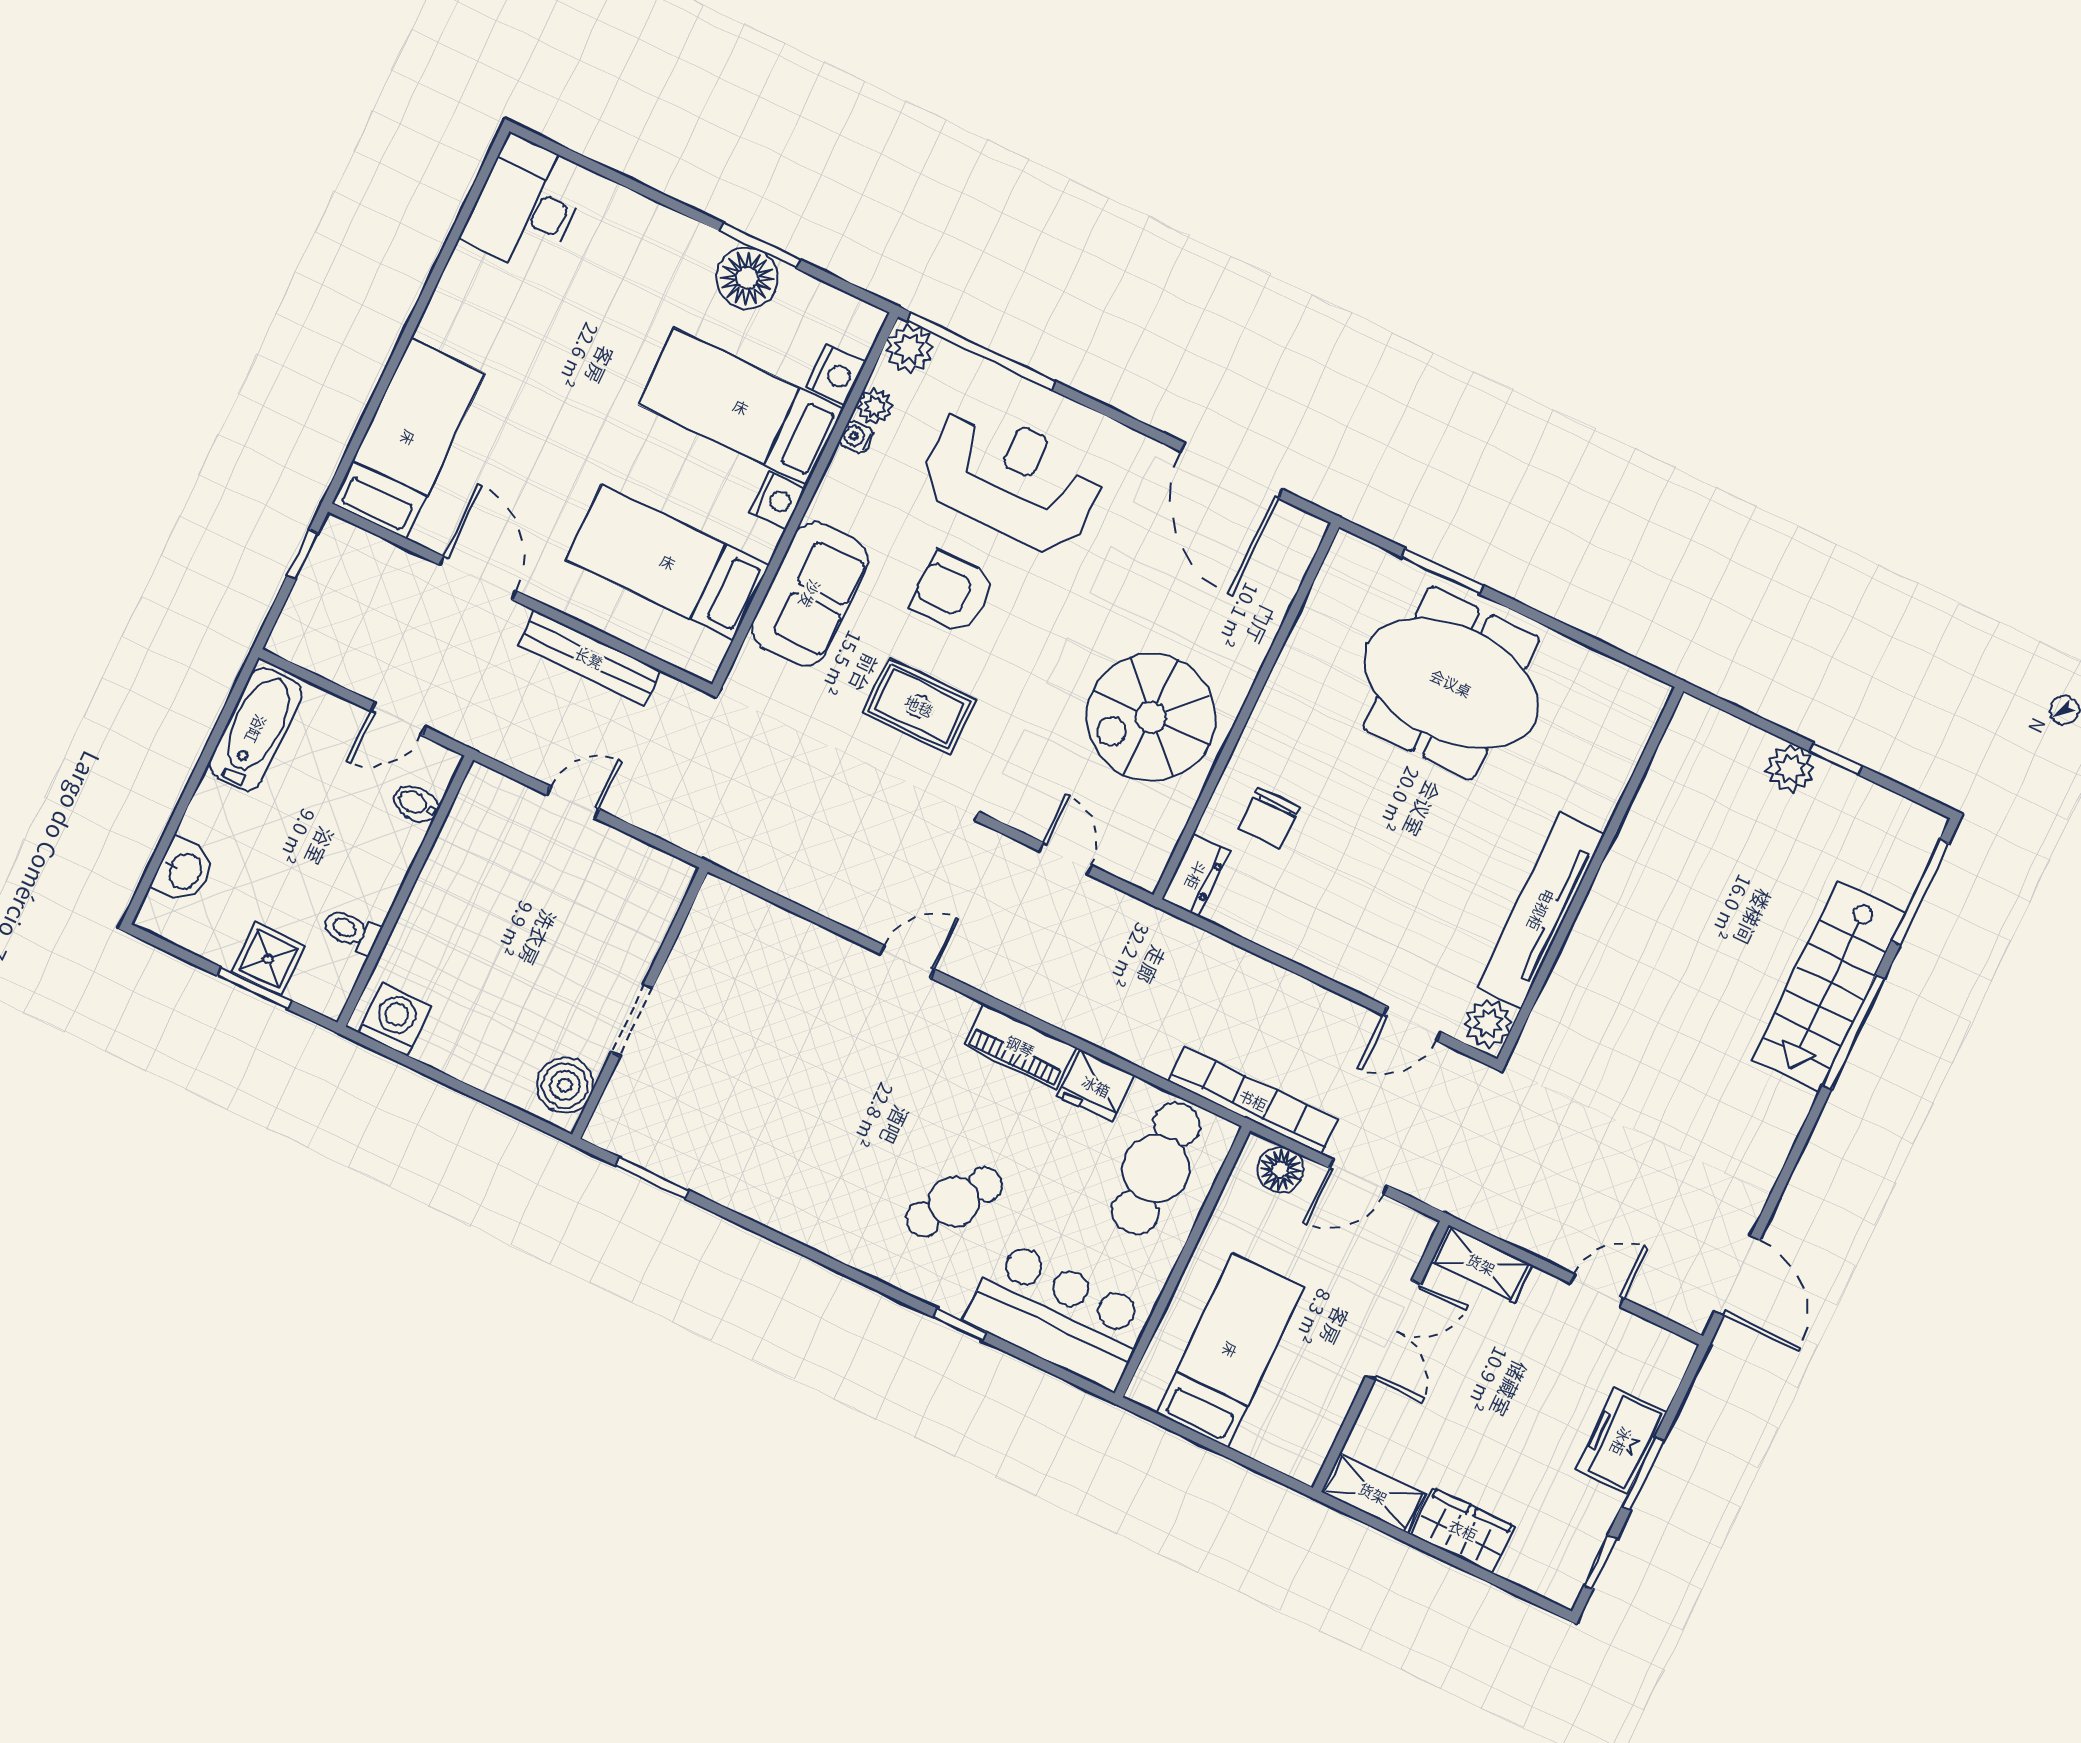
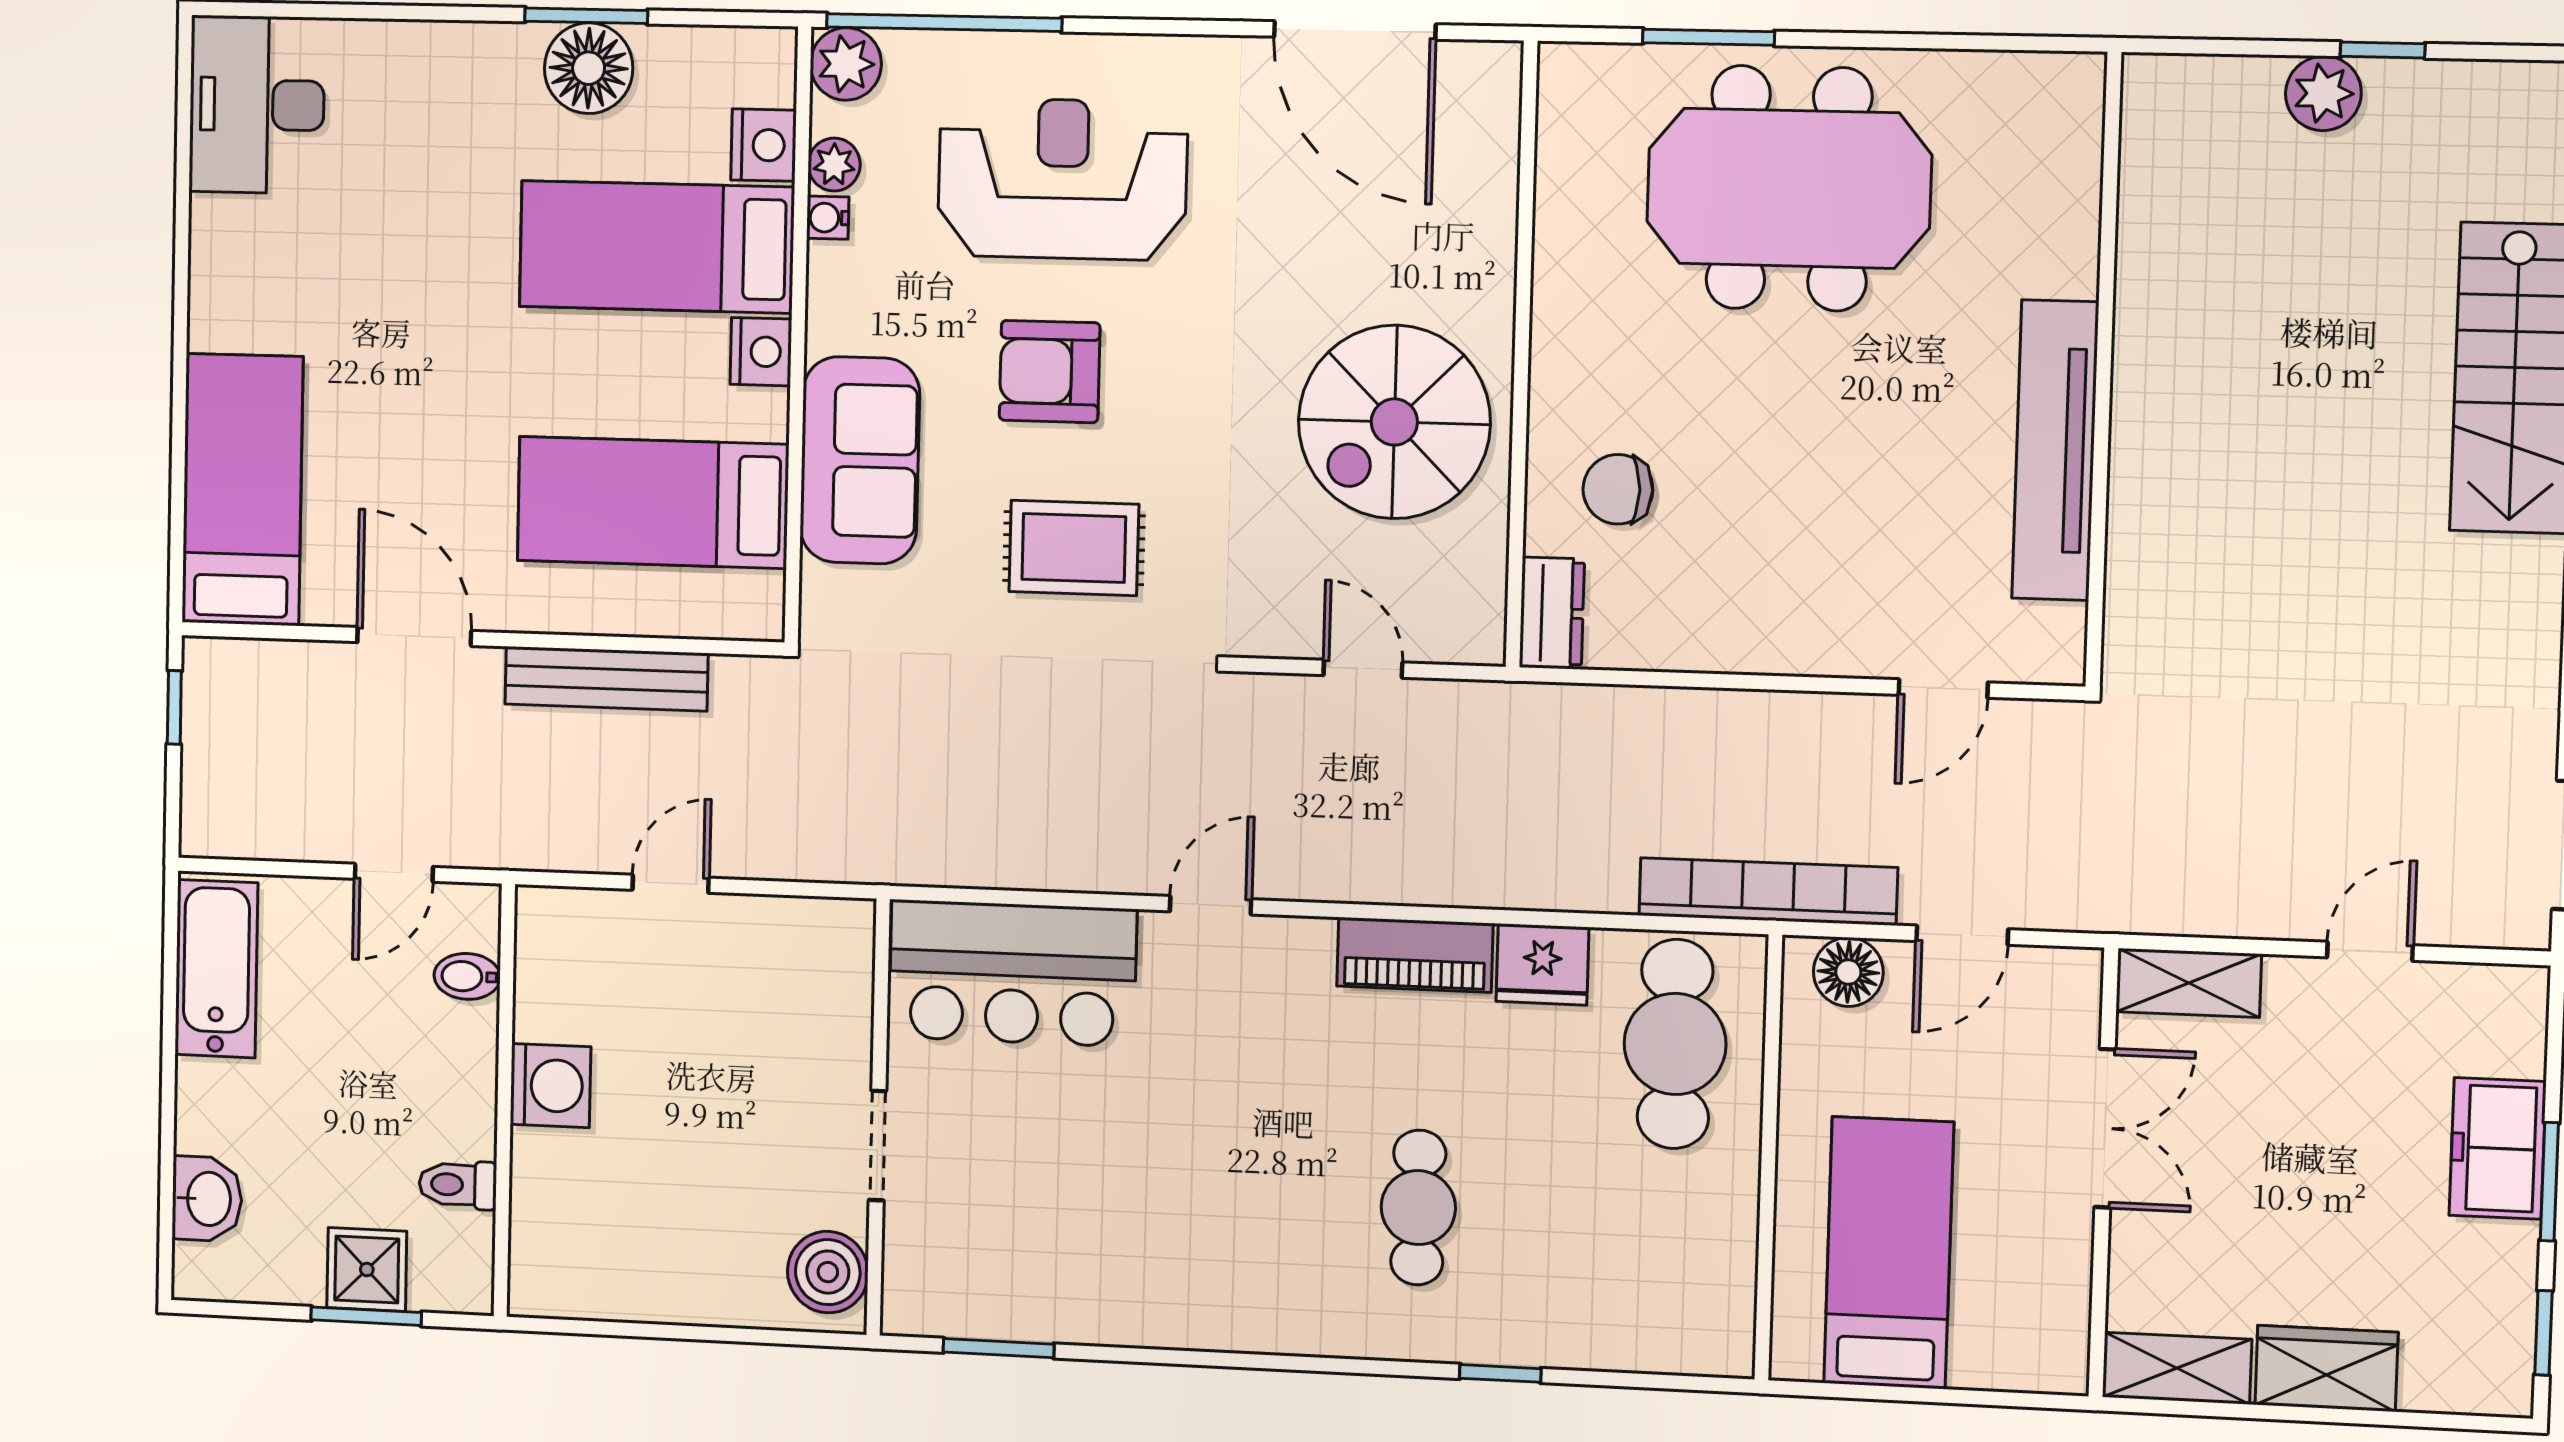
chair: (1269, 818) -> (1618, 489), turned 90
washing machine: (395, 1019) -> (550, 1086), moved, turned 90
plant: (1488, 1023) -> (2050, 641), removed
cafe table: (954, 1202) -> (1418, 1208), turned -35
bar counter: (1058, 1315) -> (1012, 973), moved, turned 180

